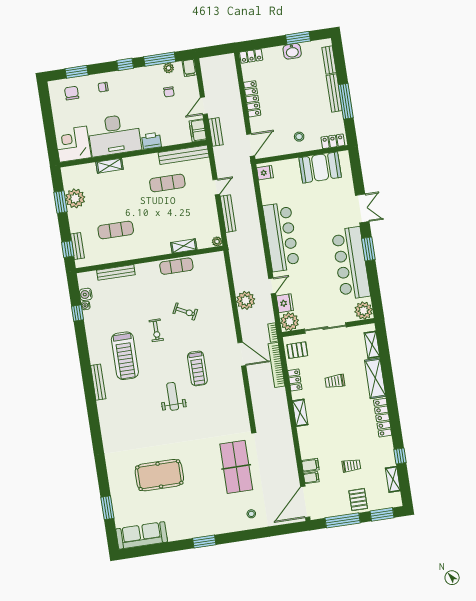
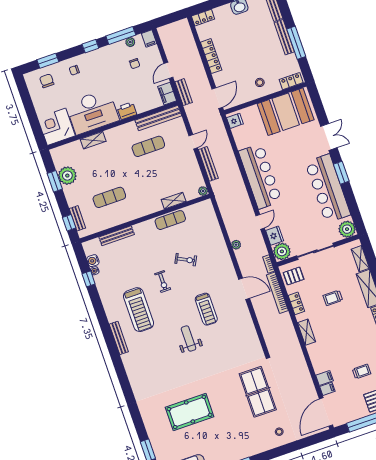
booth: (320, 167) -> (286, 112), width x1.36, depth x1.42
plant: (246, 300) -> (236, 245), width x0.53, depth x0.53

